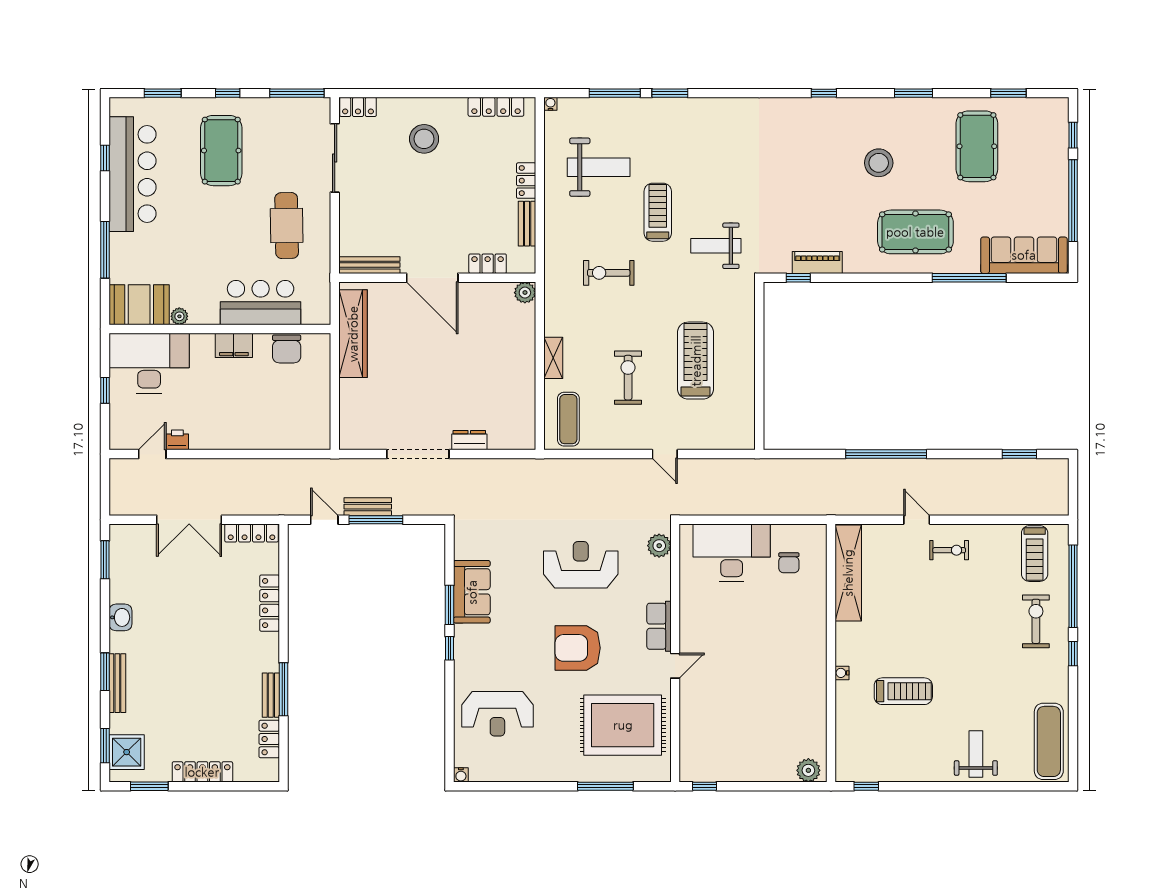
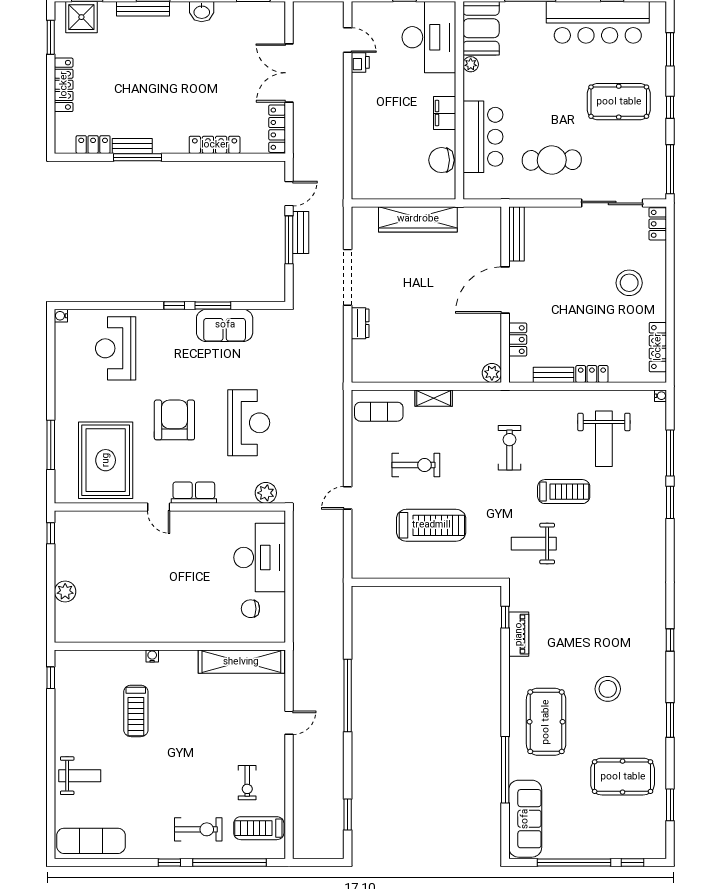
weight bench: (716, 246) -> (534, 544), turned -90
wardrobe: (353, 334) -> (418, 219), moved
exercise bike: (949, 550) -> (247, 783), moved
plant: (808, 770) -> (65, 592), moved

